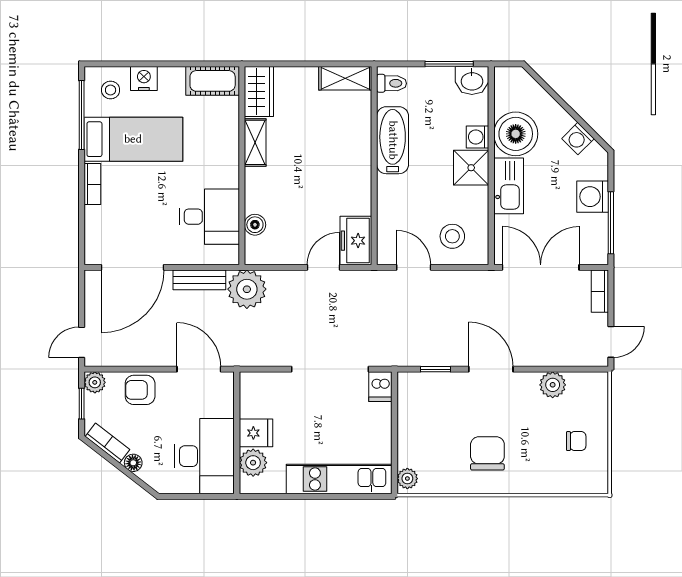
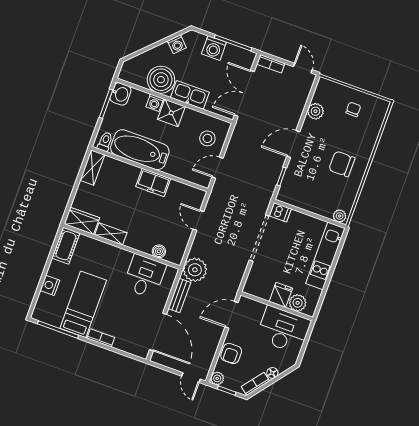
stool: (111, 90) -> (50, 307), removed
bathtub: (393, 140) -> (140, 150), width x1.36, depth x1.36
freezer: (356, 241) -> (153, 183), moved

